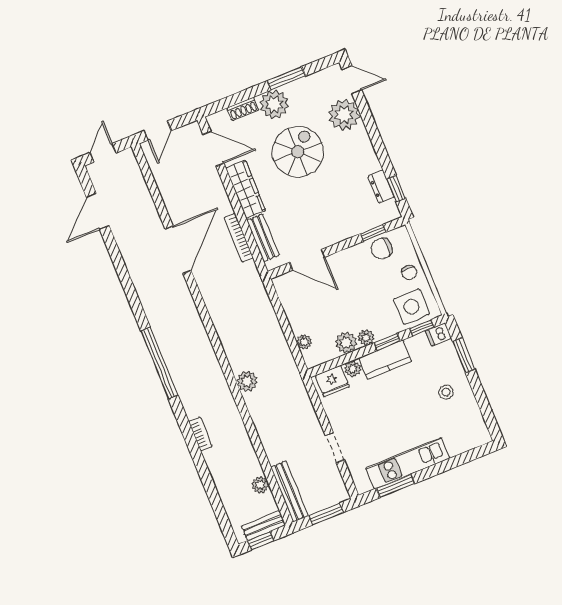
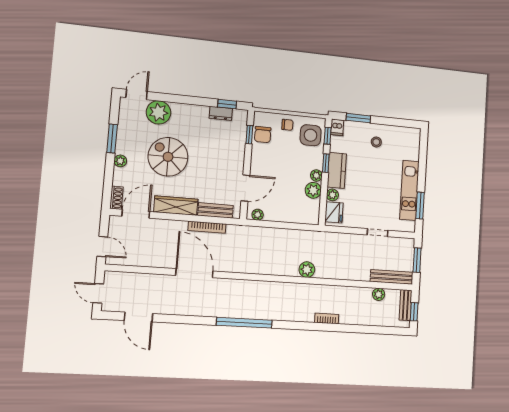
plant: (274, 104) -> (120, 161), width x0.53, depth x0.53
shoe rack: (243, 109) -> (116, 198), moved
plant: (304, 342) -> (258, 215), moved
window: (159, 363) -> (244, 323), moved

